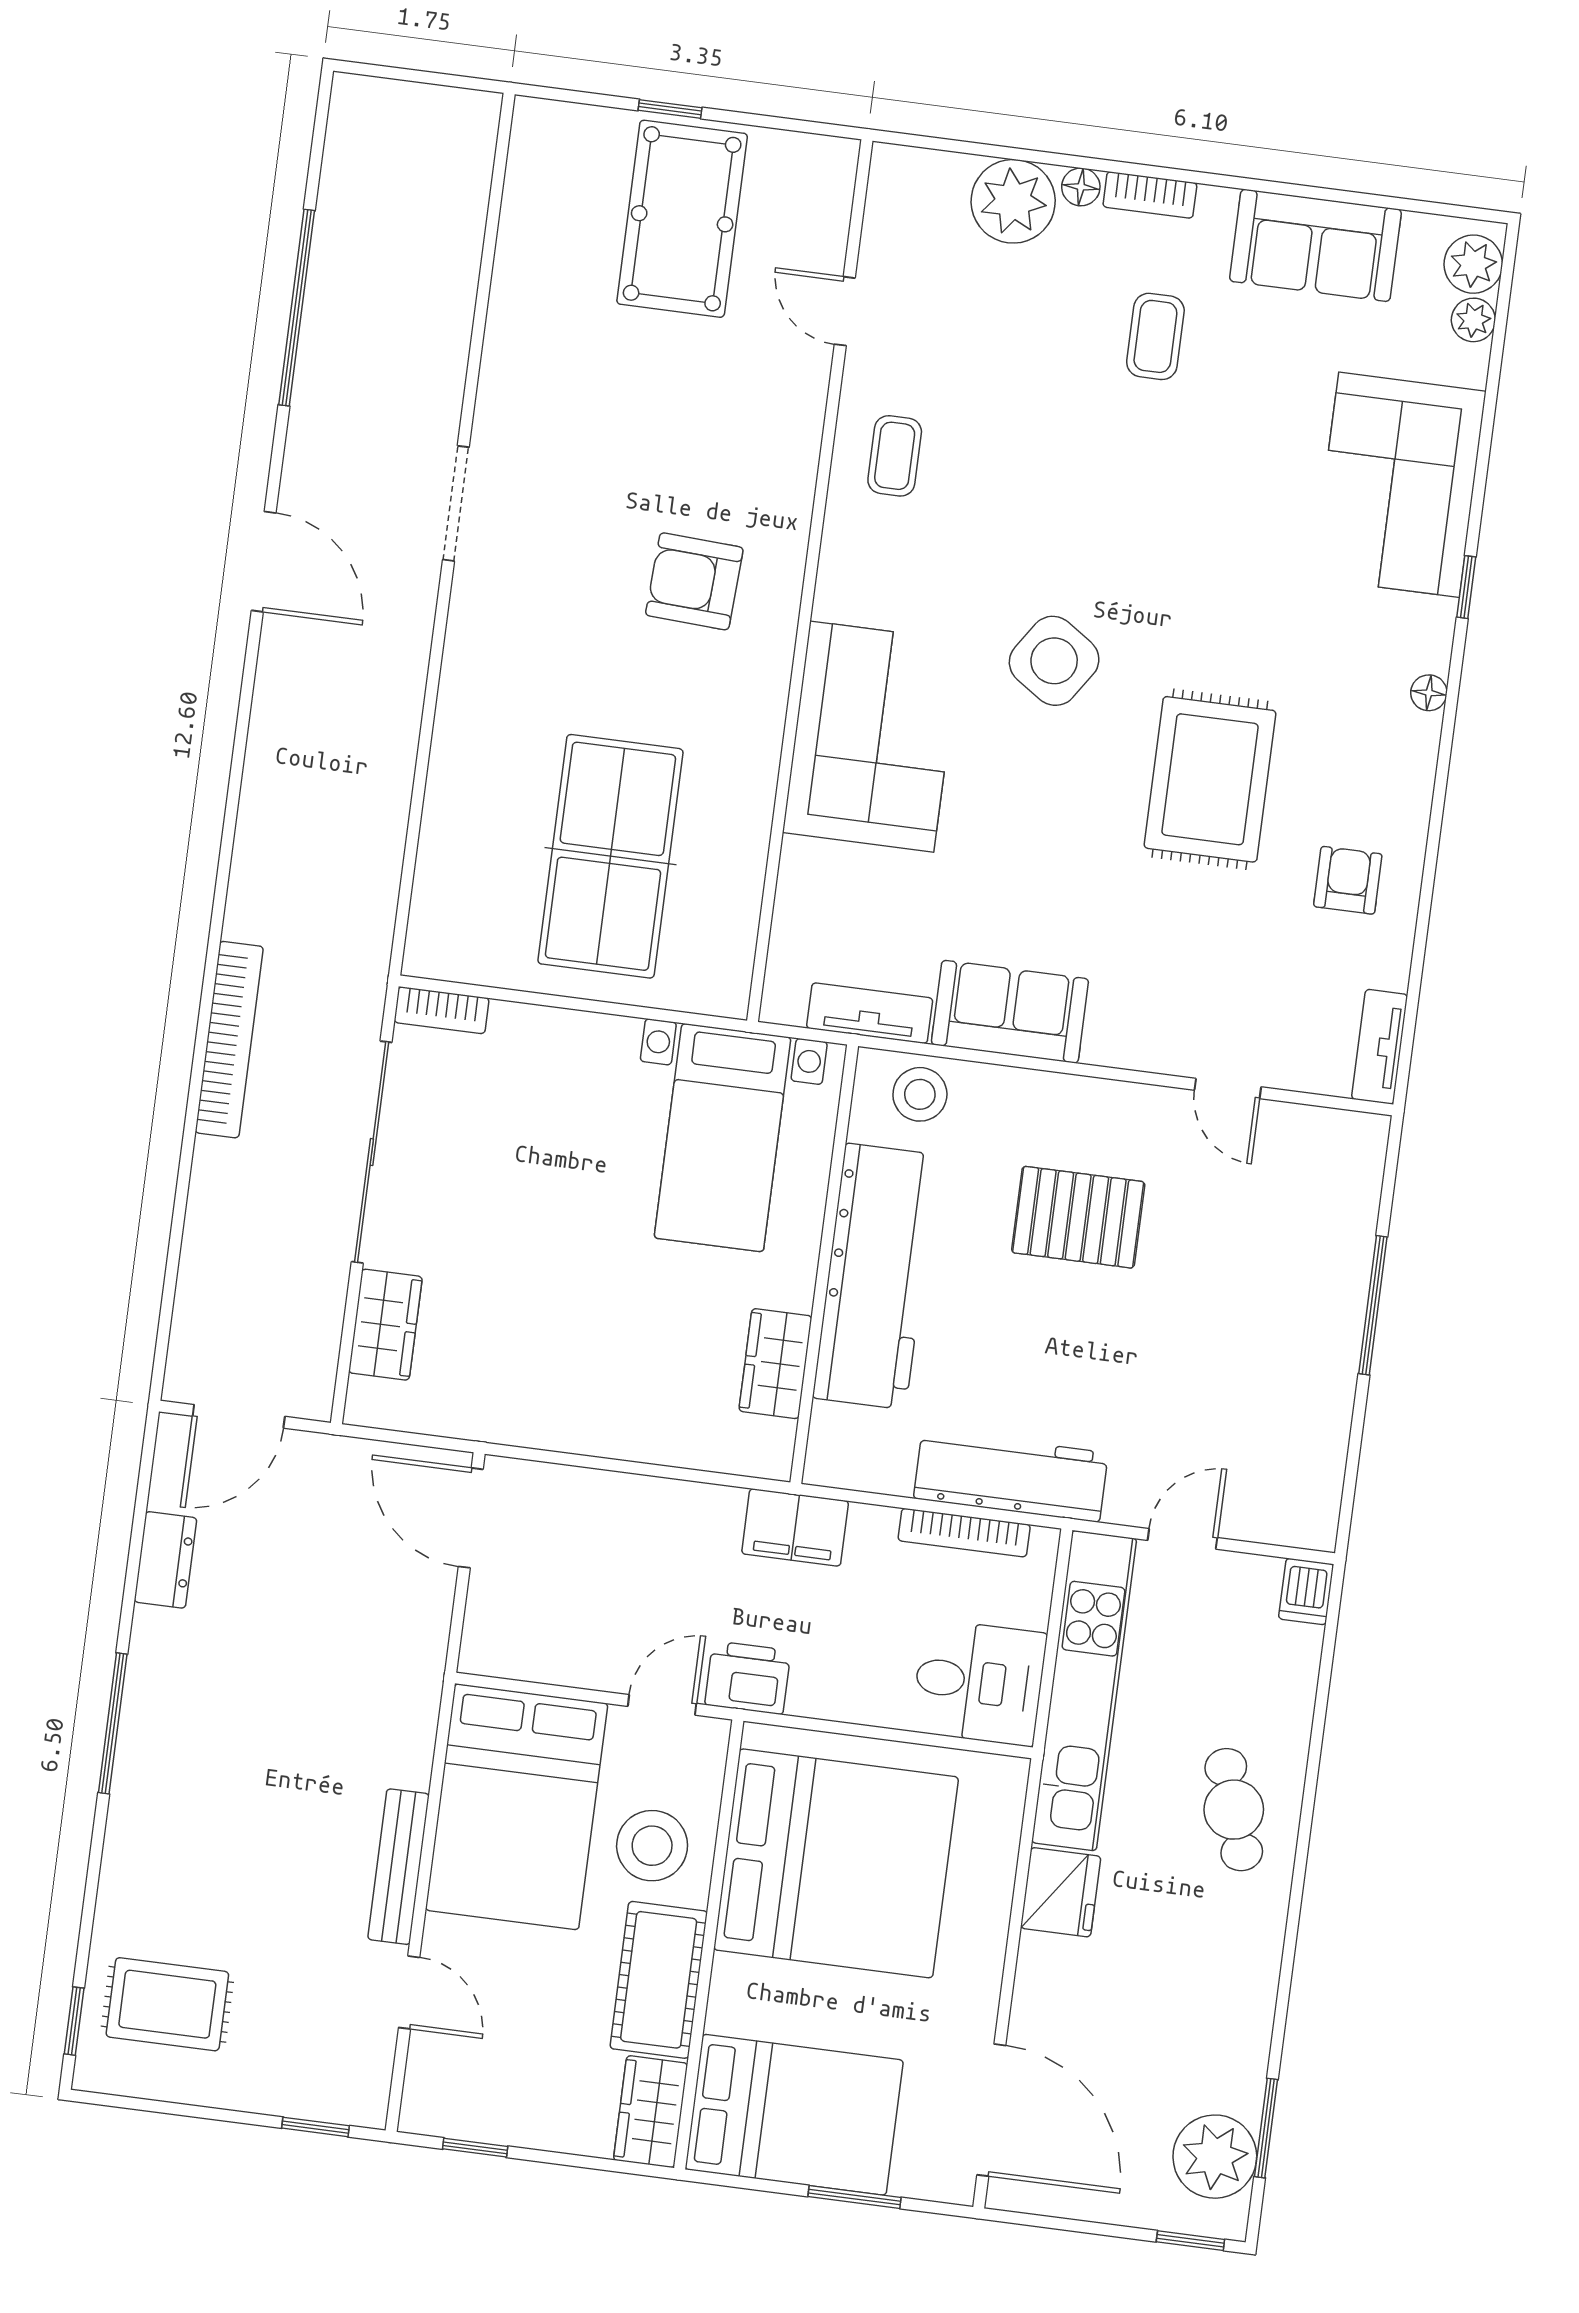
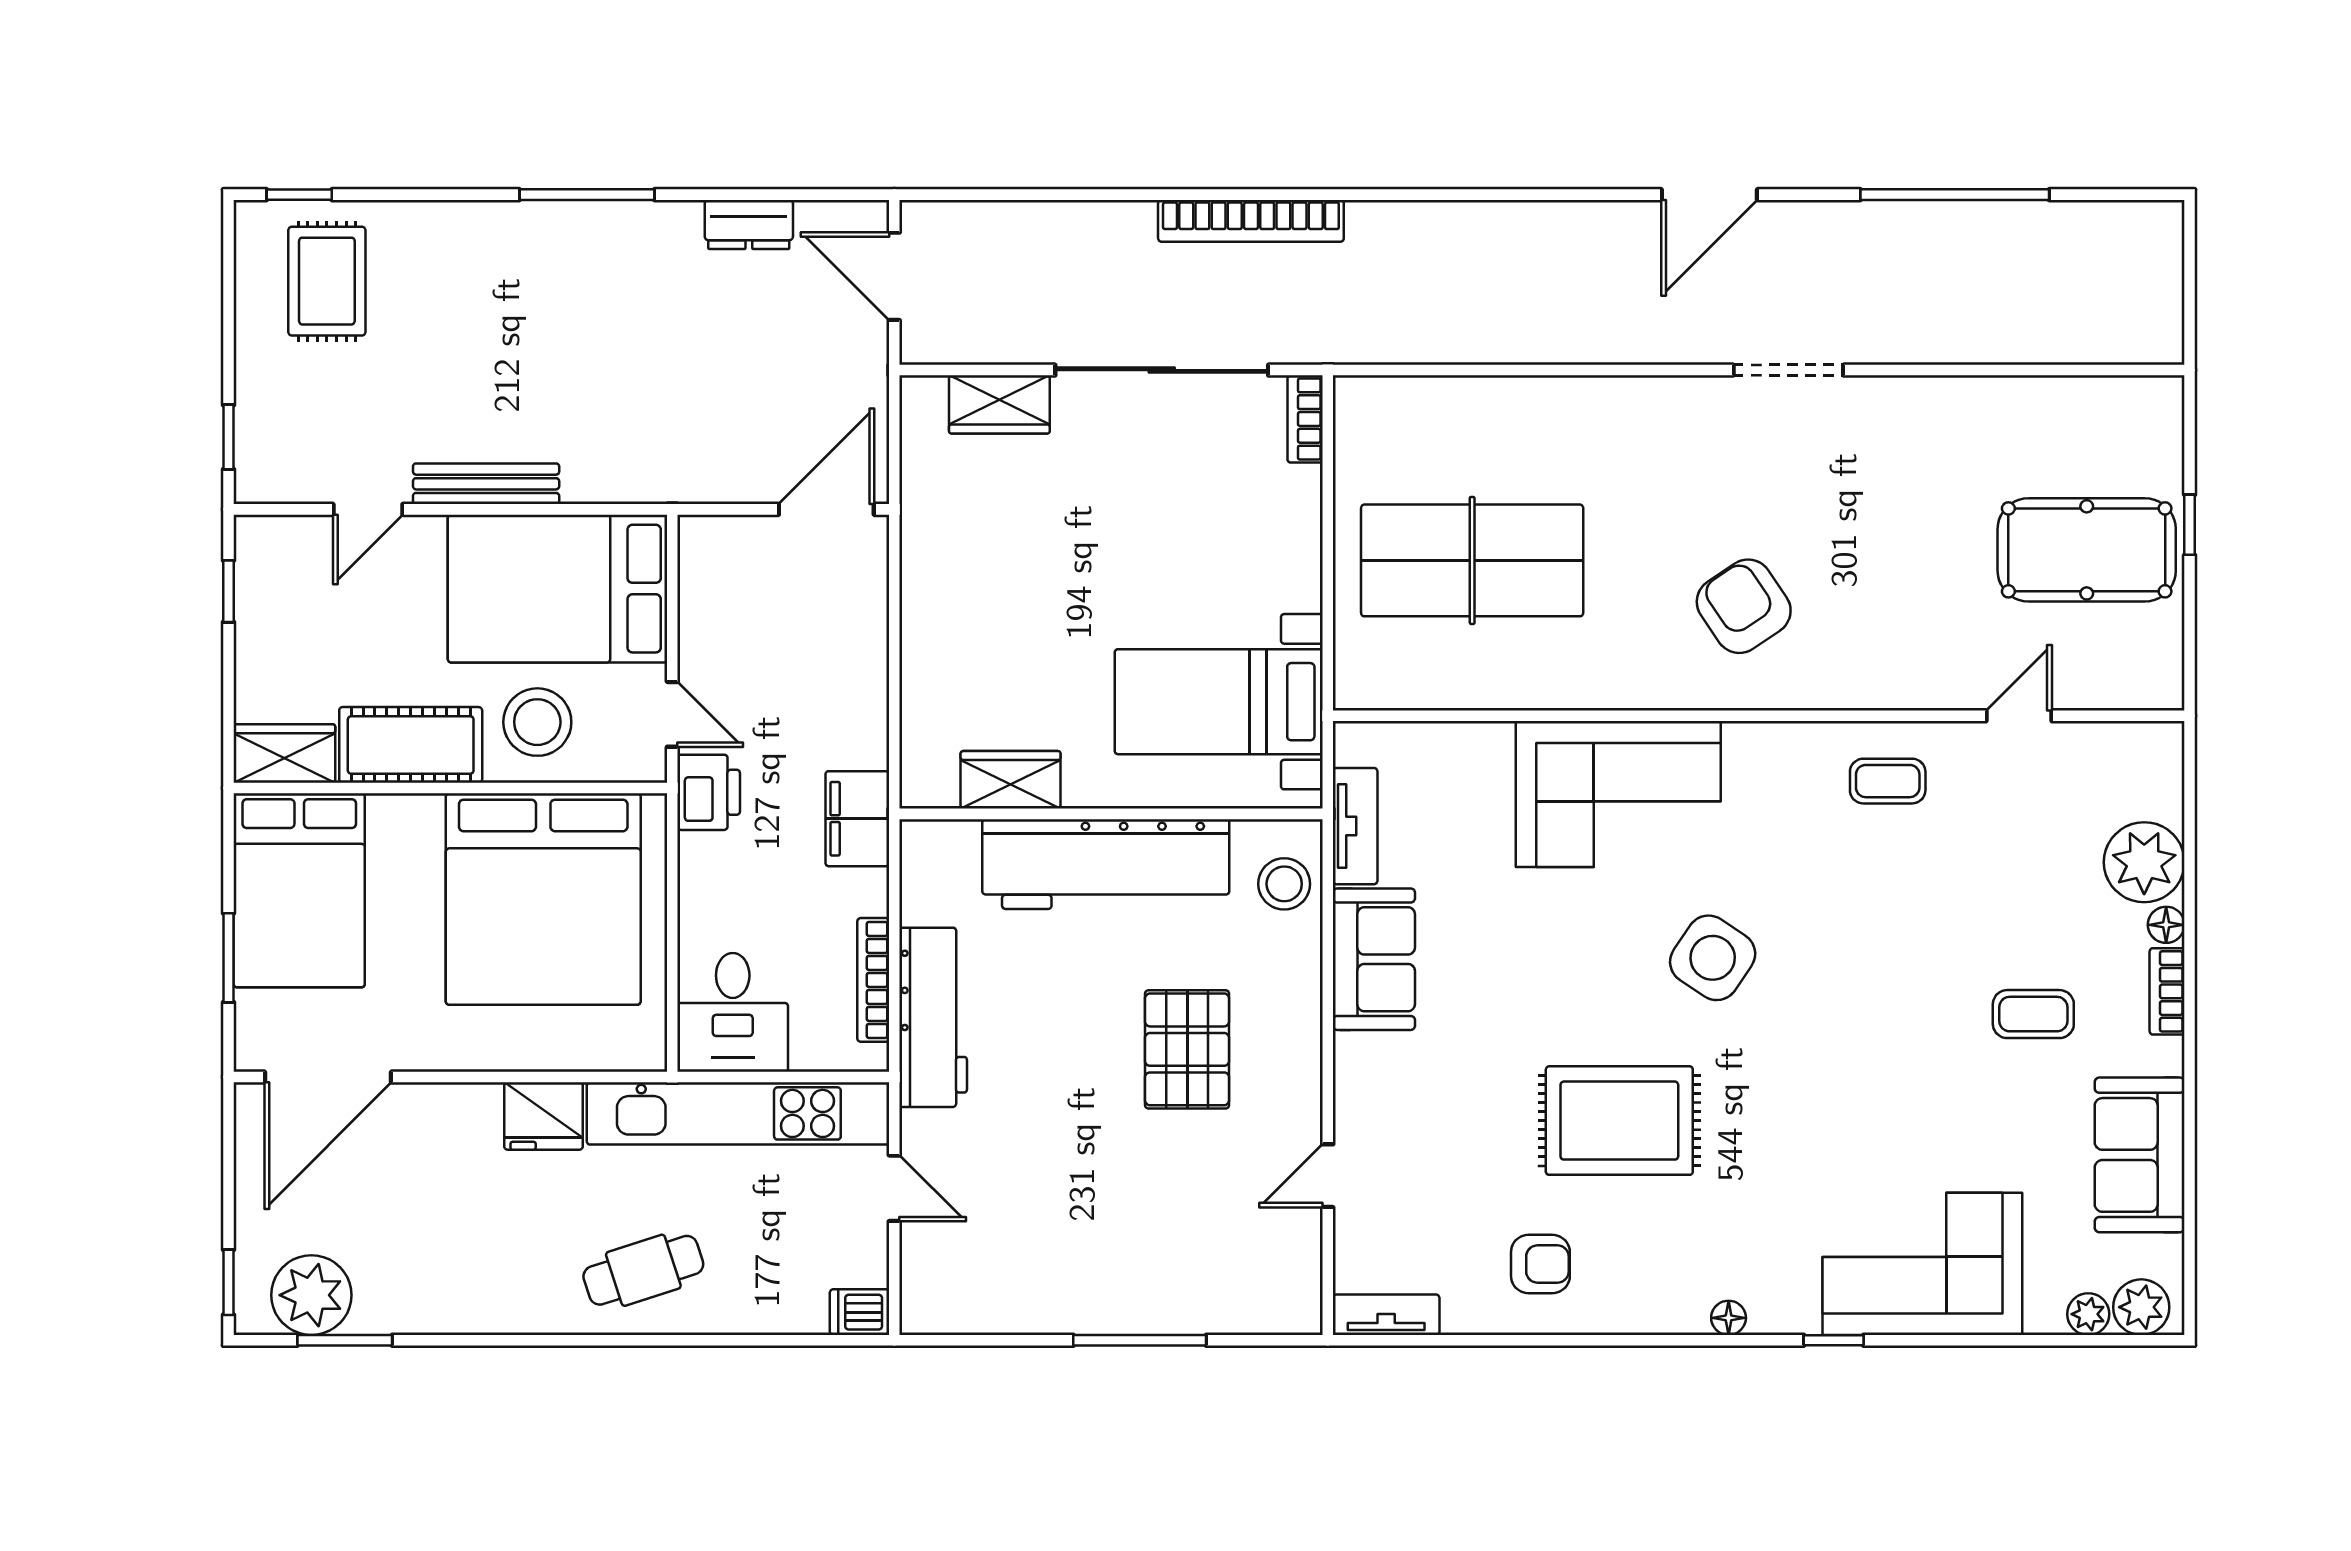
armchair: (694, 581) -> (1744, 606), turned -37

